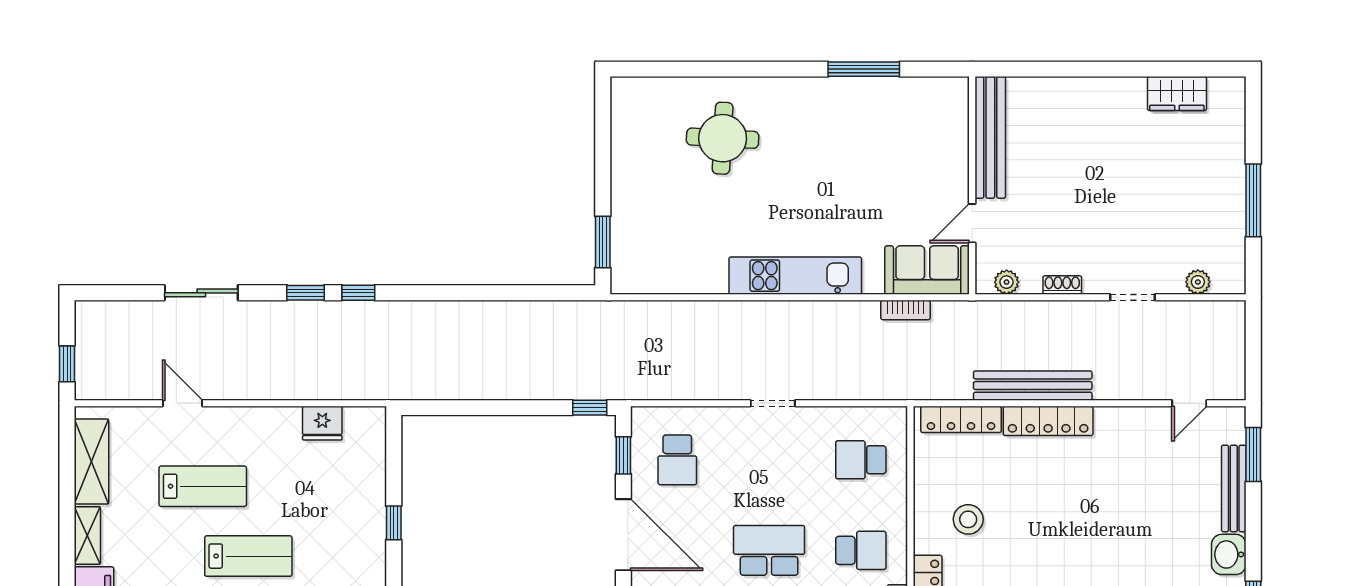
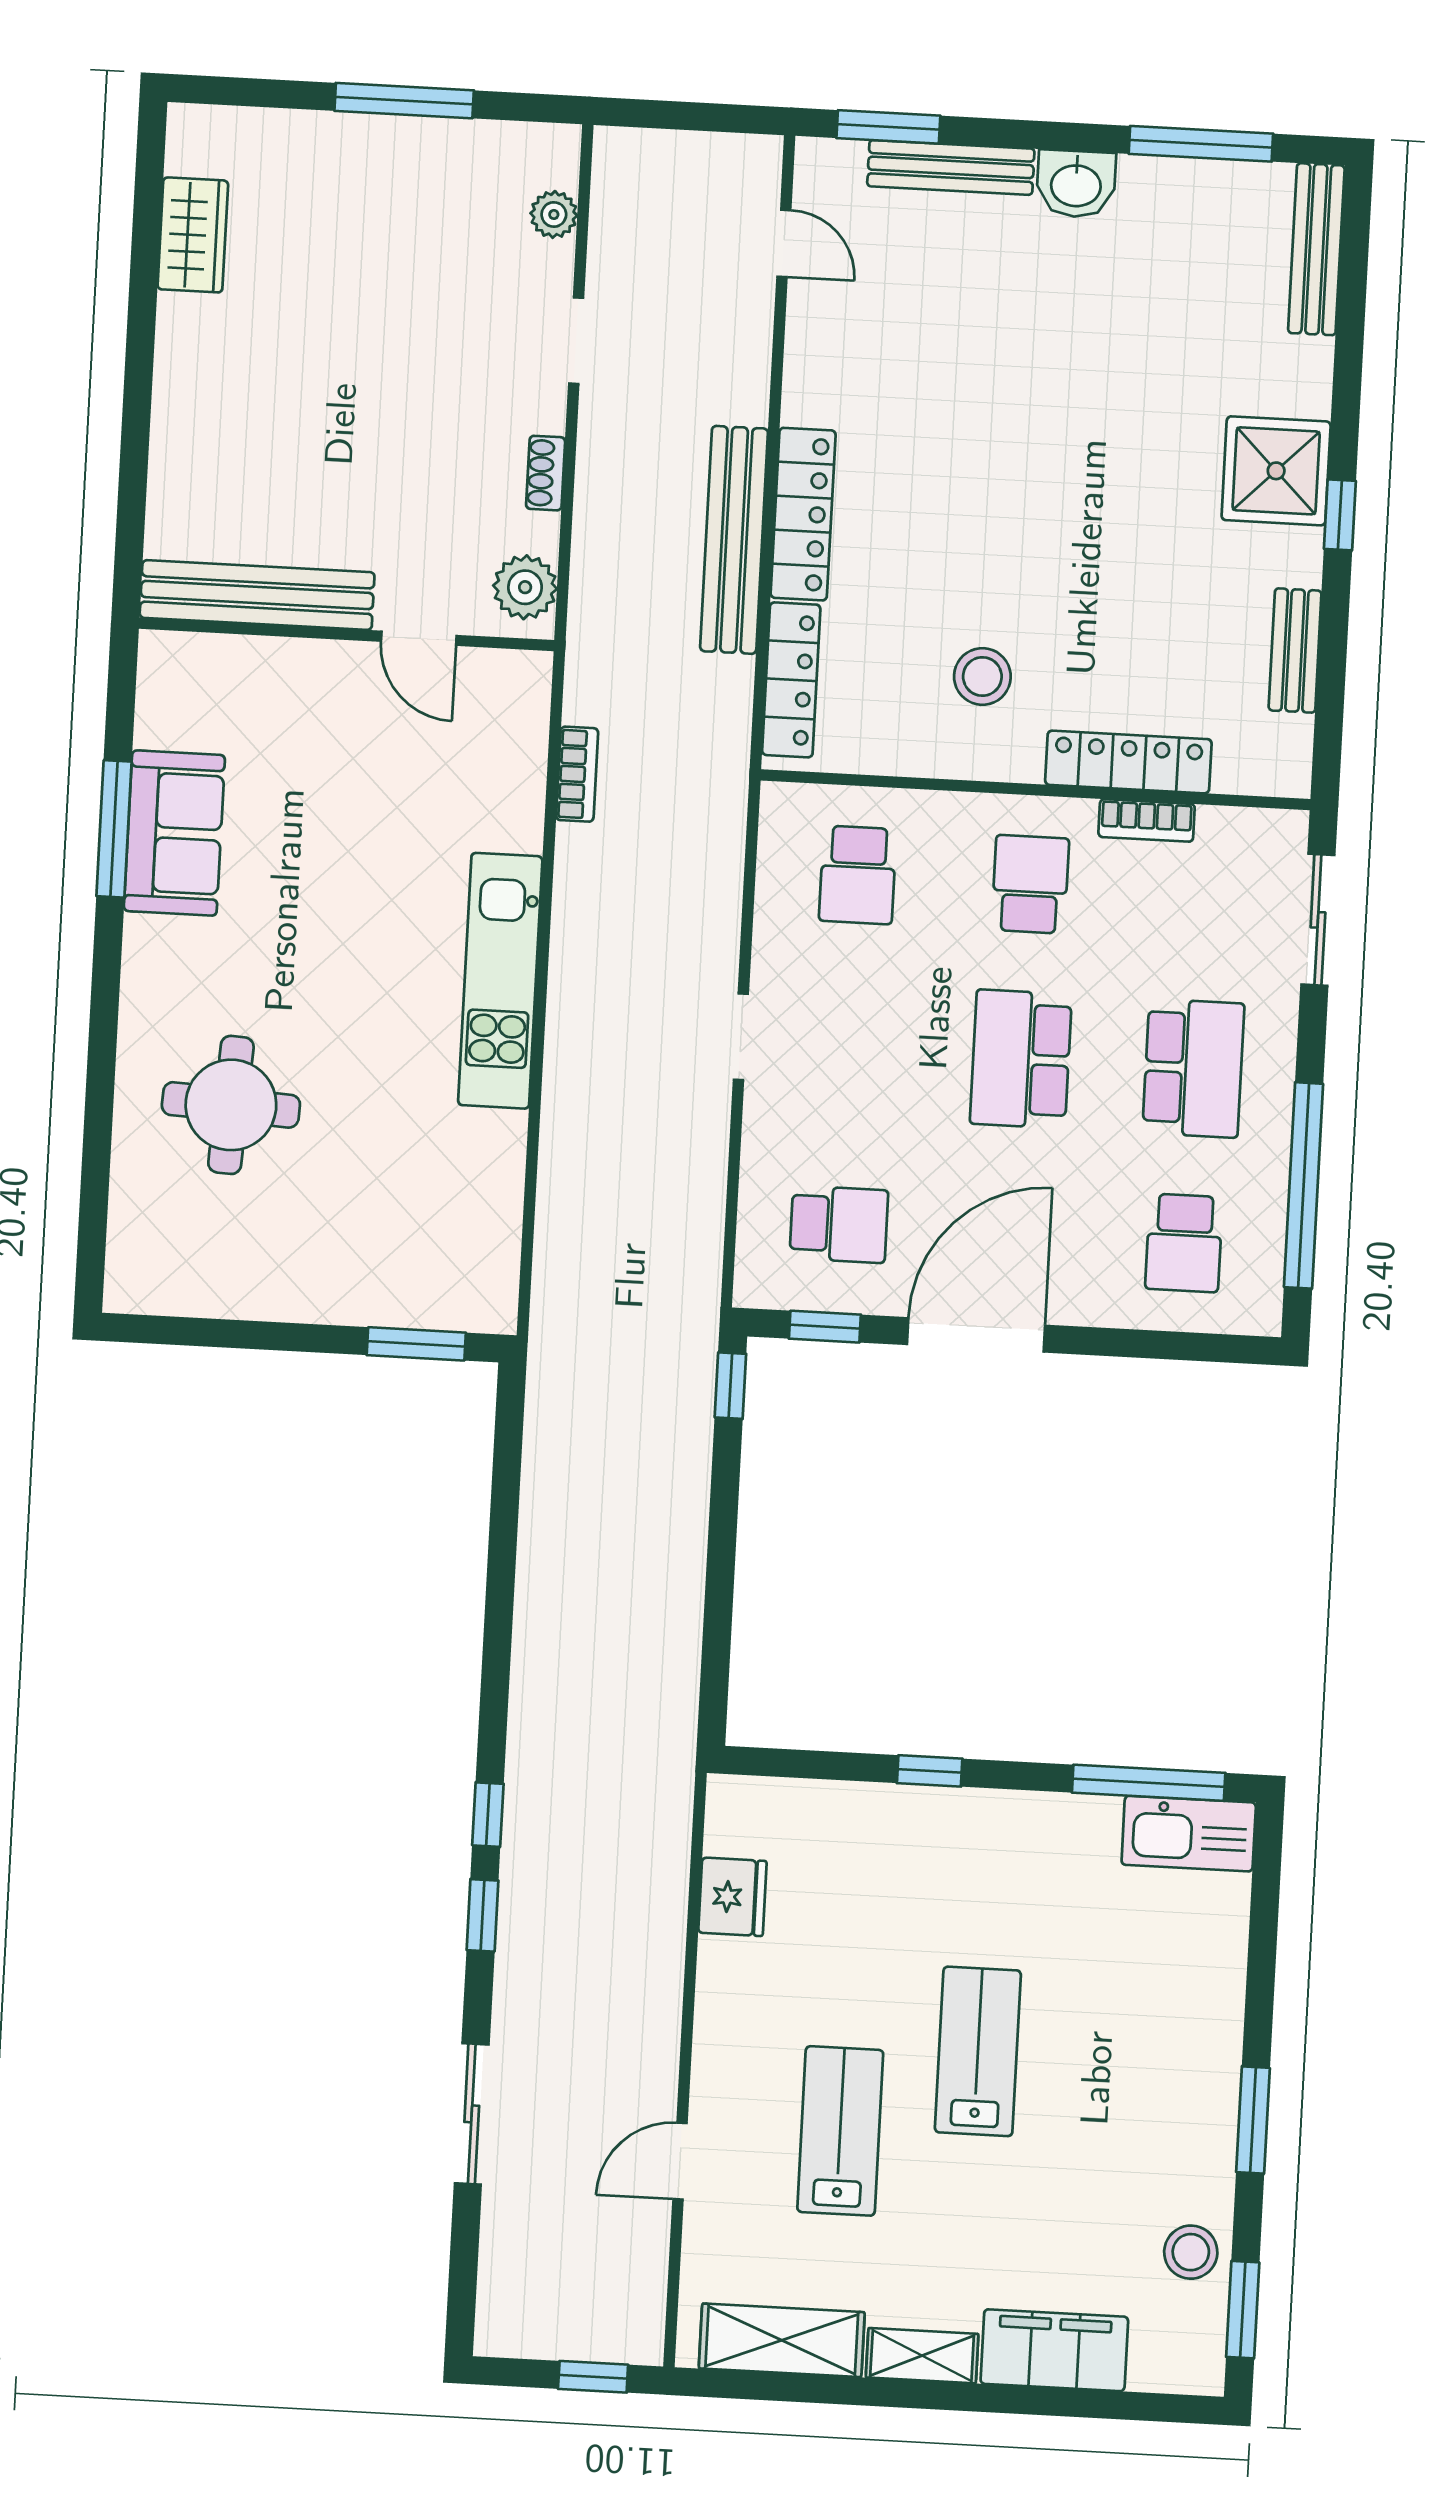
sofa: (927, 270) -> (174, 833), moved, turned 180
plant: (1007, 282) -> (525, 587), width x1.38, depth x1.38

